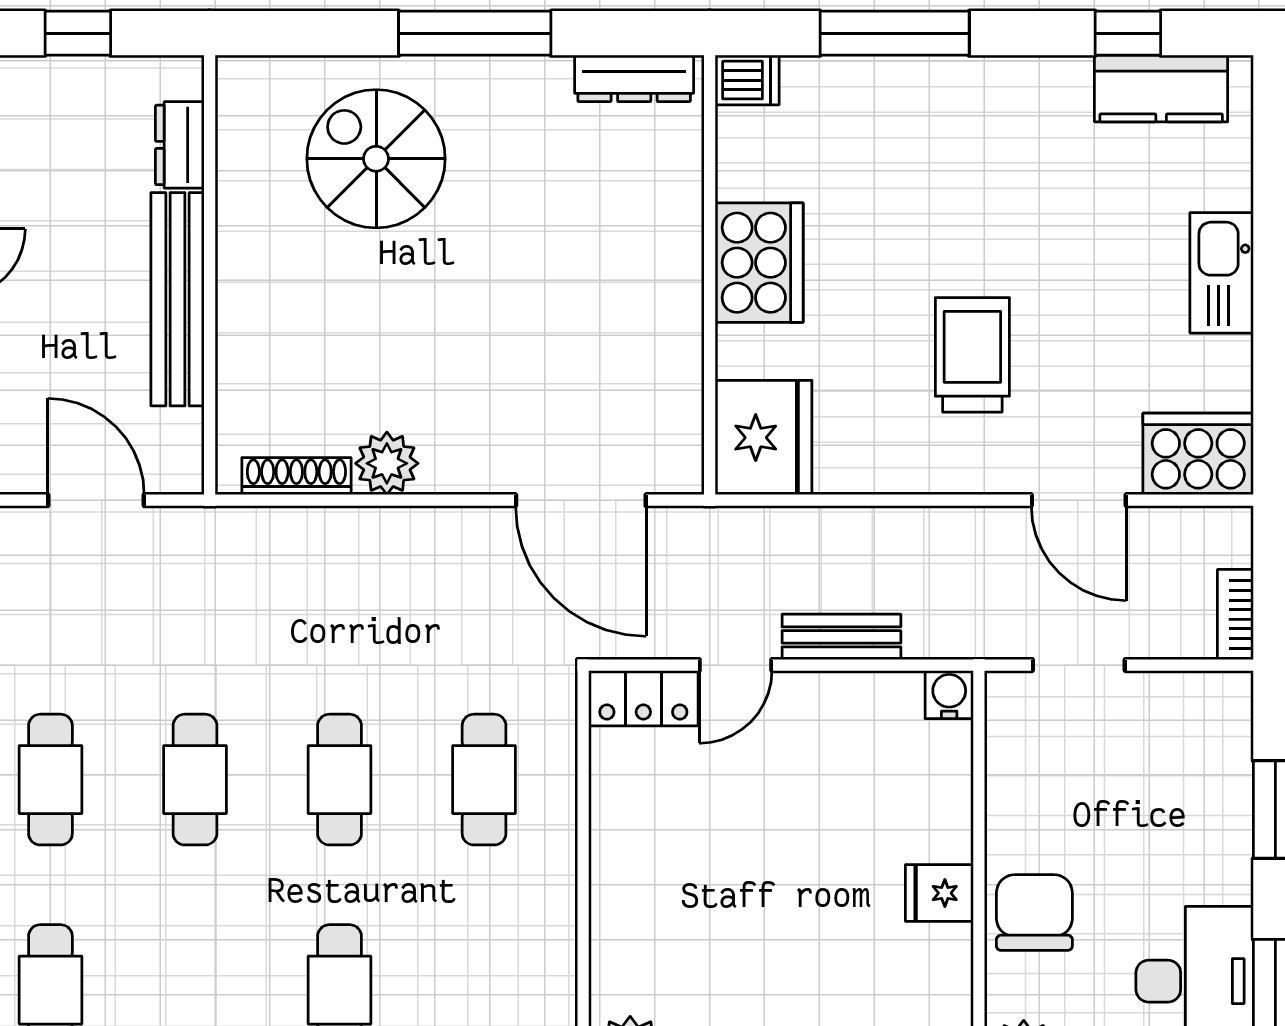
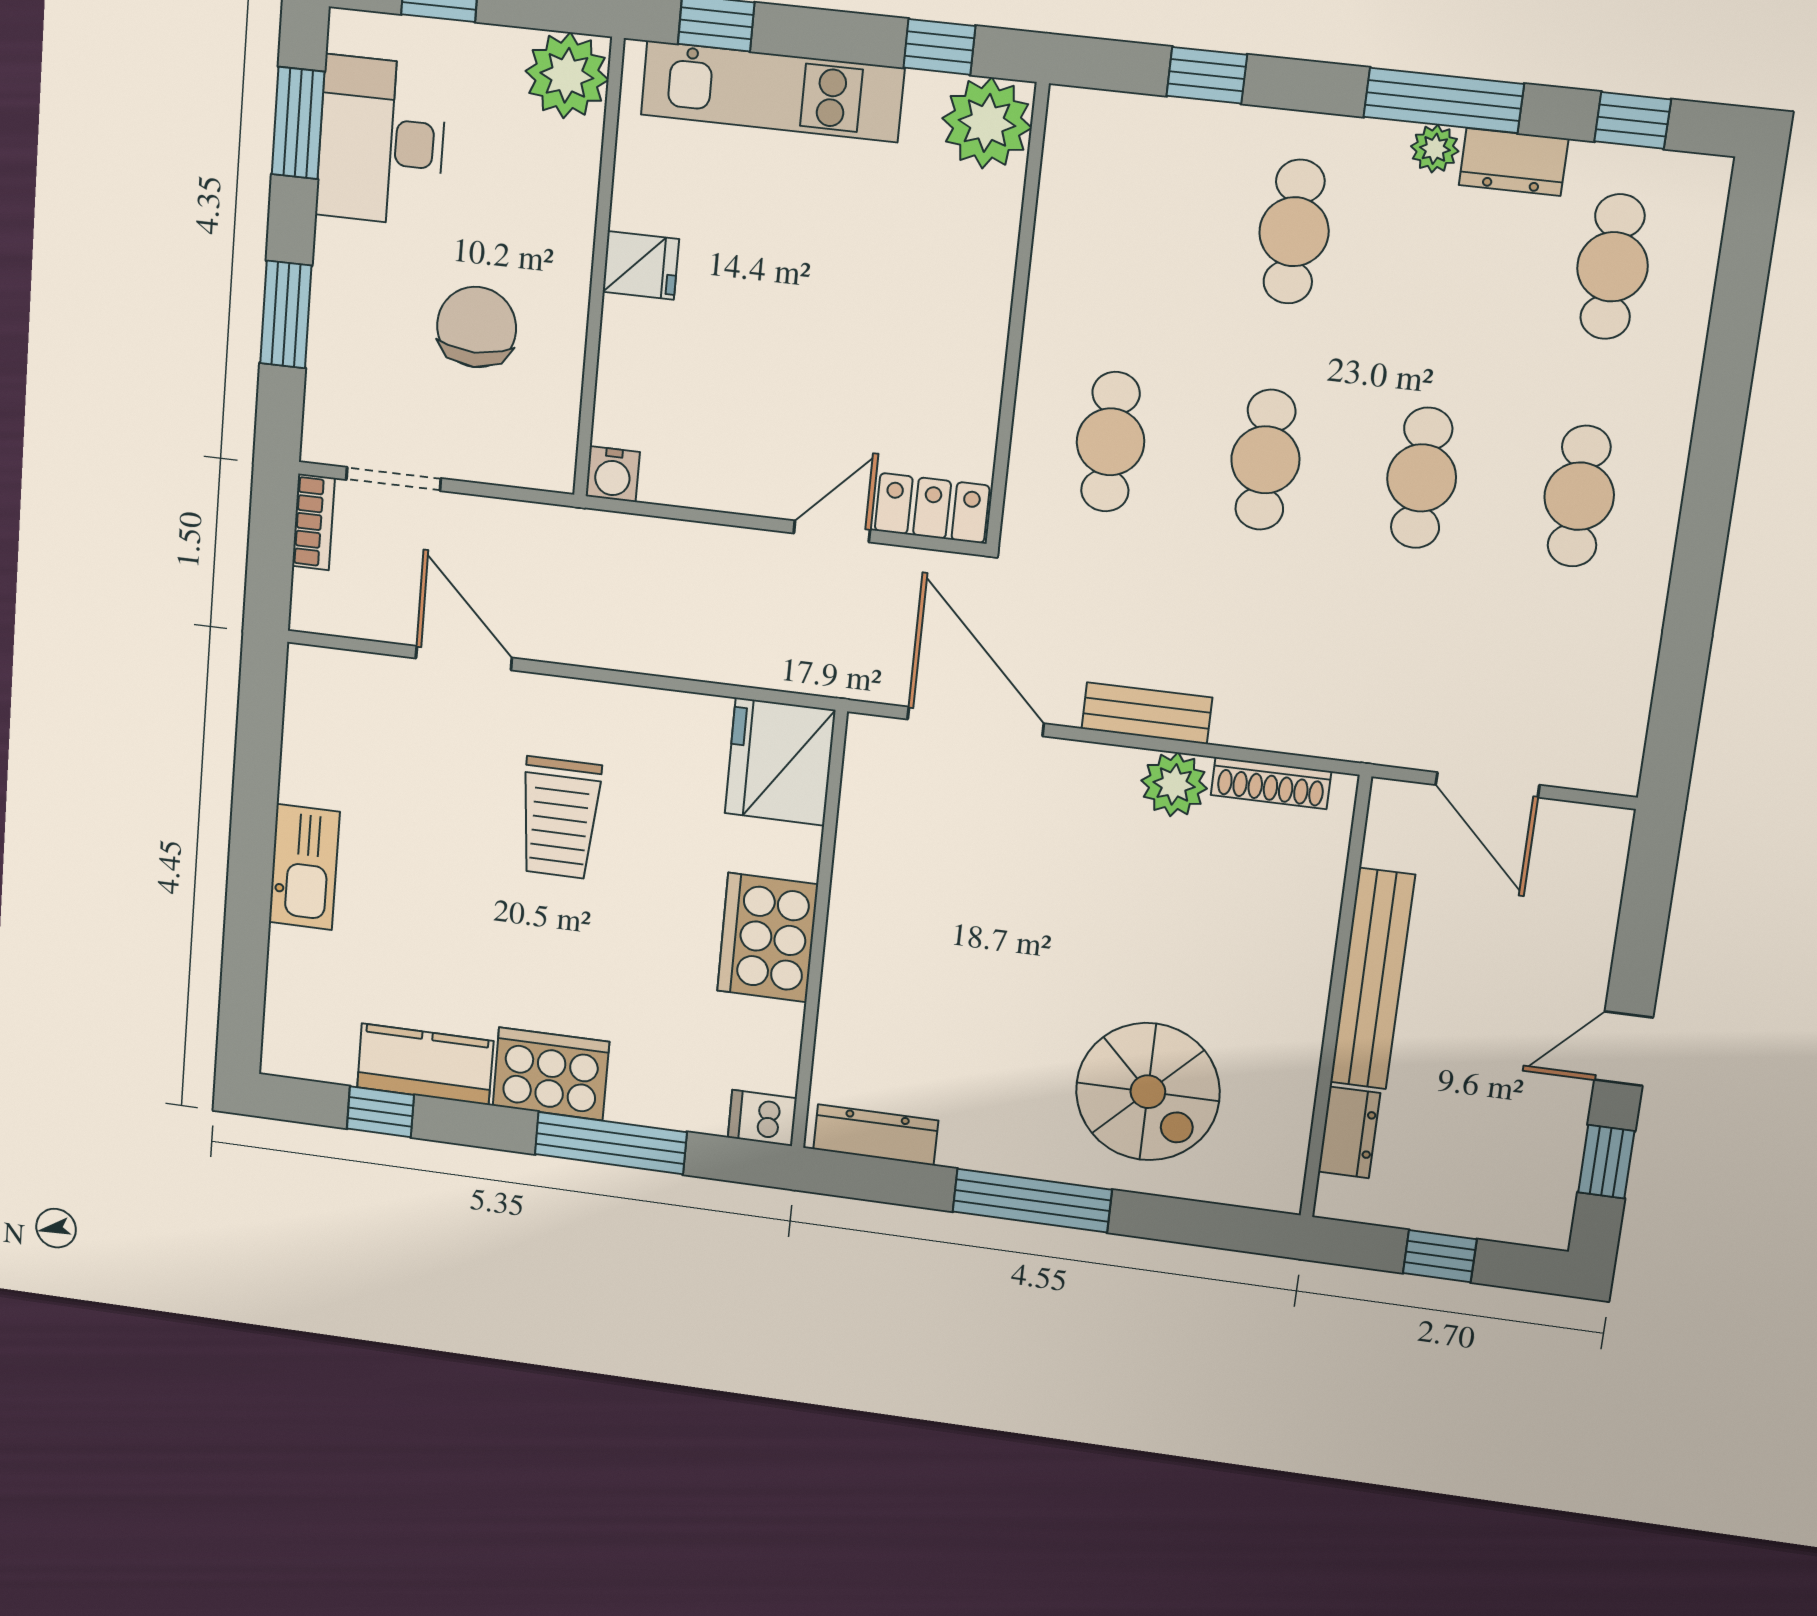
kitchen counter: (1161, 89) -> (425, 1064), moved
cooker: (1198, 454) -> (551, 1074), moved, turned 180
bench: (841, 637) -> (1147, 713), moved
doorway: (1079, 665) -> (394, 479), moved
chair: (1034, 912) -> (477, 327), moved, turned 180

